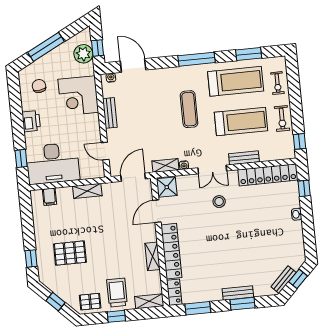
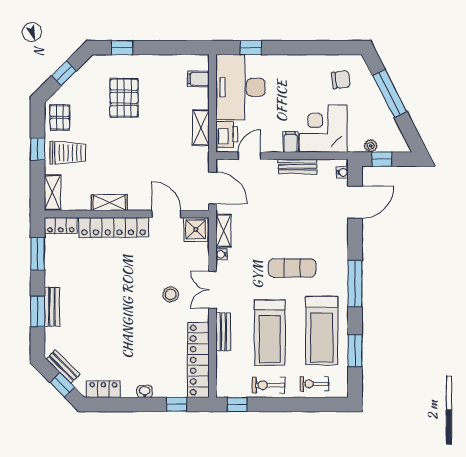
plant: (83, 54) -> (371, 146), width x0.53, depth x0.53
filing cabinet: (91, 120) -> (290, 142), added
printer: (31, 121) -> (227, 134), moved, turned -90
locker: (298, 247) -> (103, 389), added

